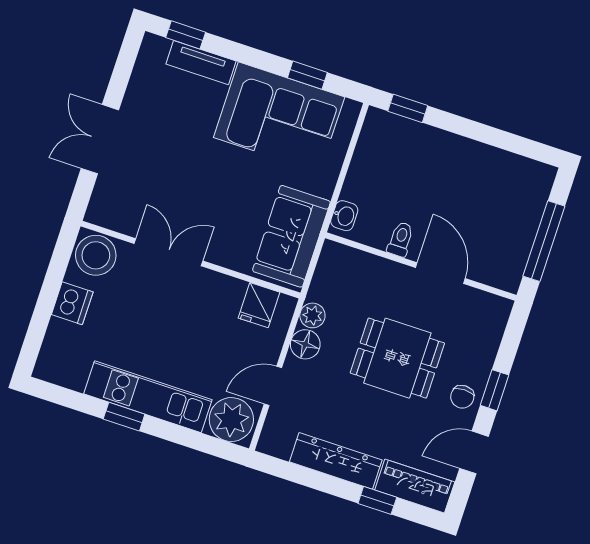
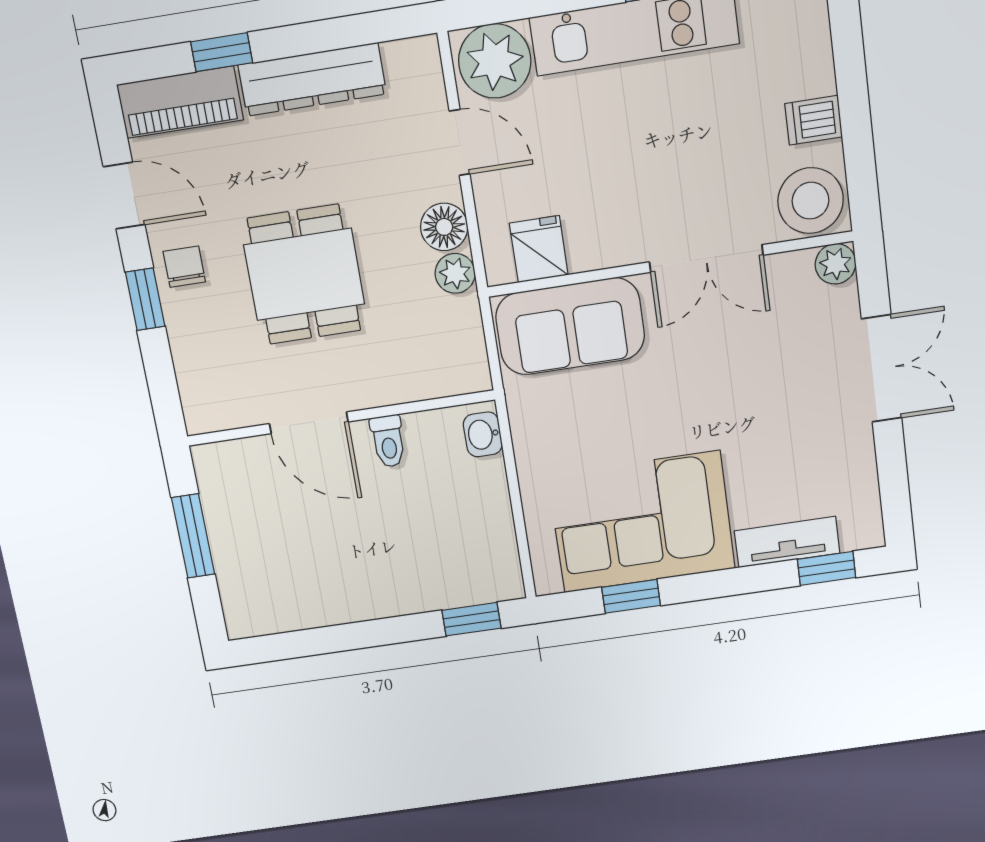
plant: (98, 213) -> (836, 264), added
sofa: (291, 236) -> (570, 326), moved, turned 90
window: (544, 241) -> (193, 536), width x0.69
dishwasher: (72, 303) -> (814, 120), width x0.73
dining table: (397, 358) -> (304, 275), turned 90
door: (273, 386) -> (460, 143), hinge flipped
door: (474, 452) -> (124, 196), hinge flipped

